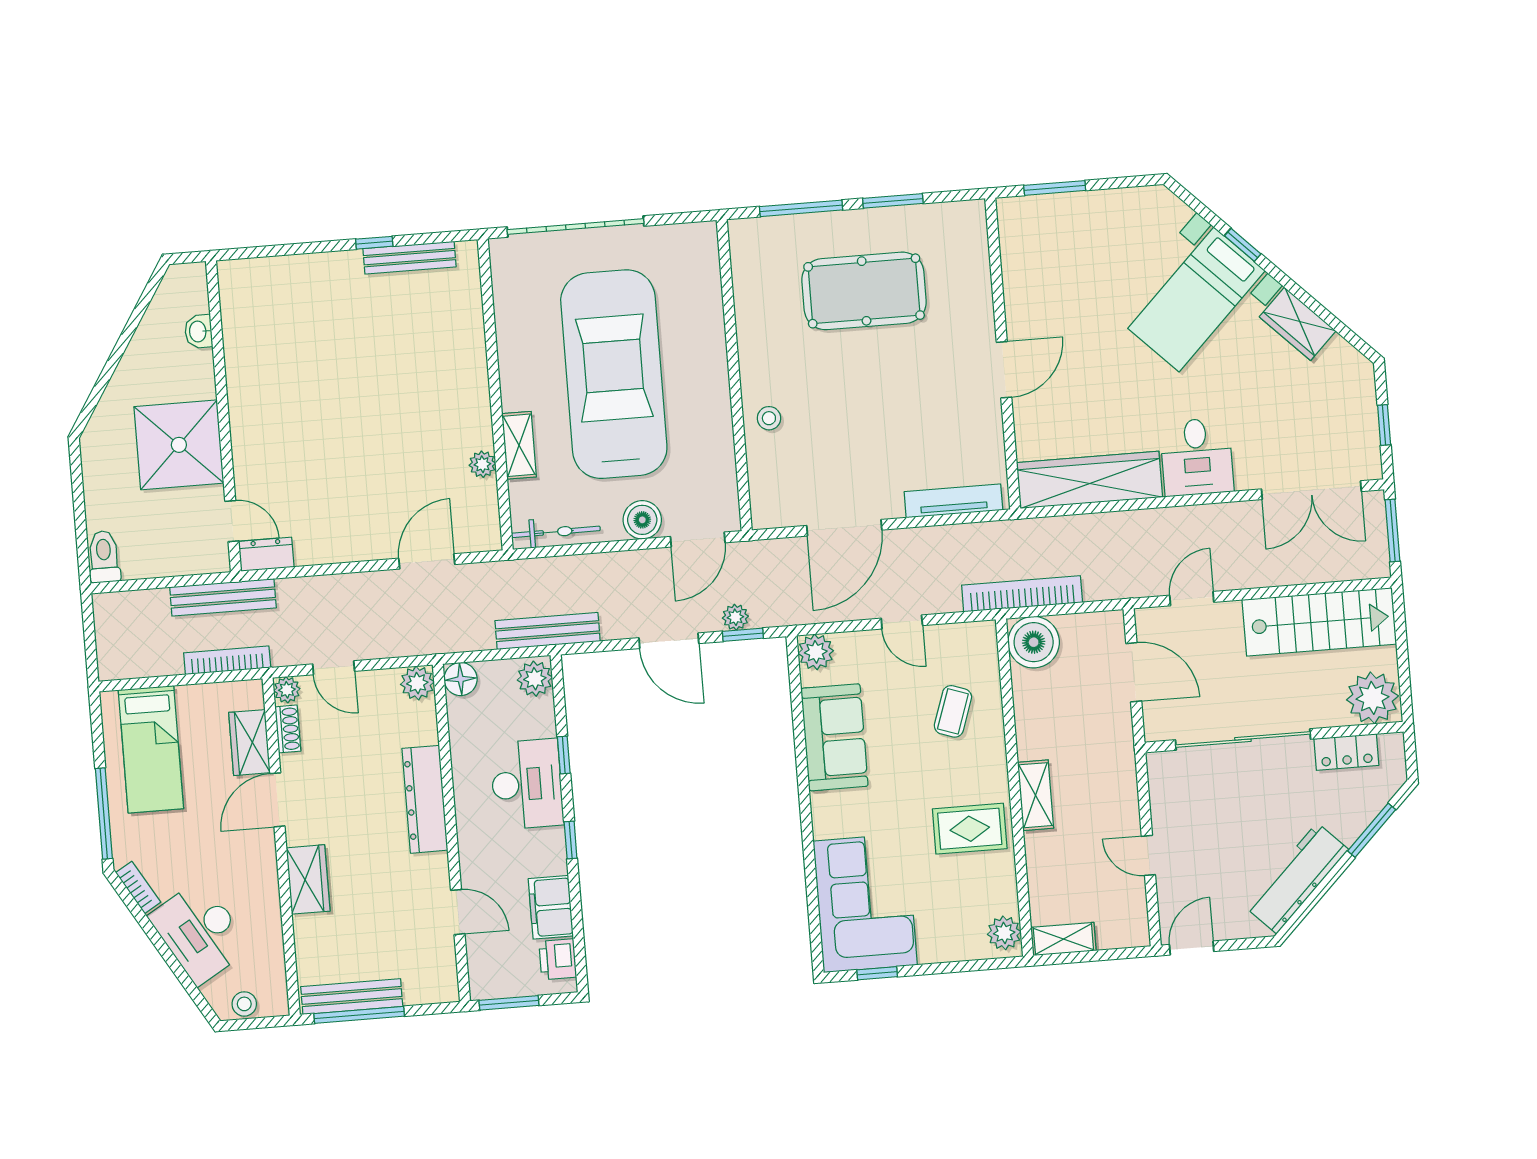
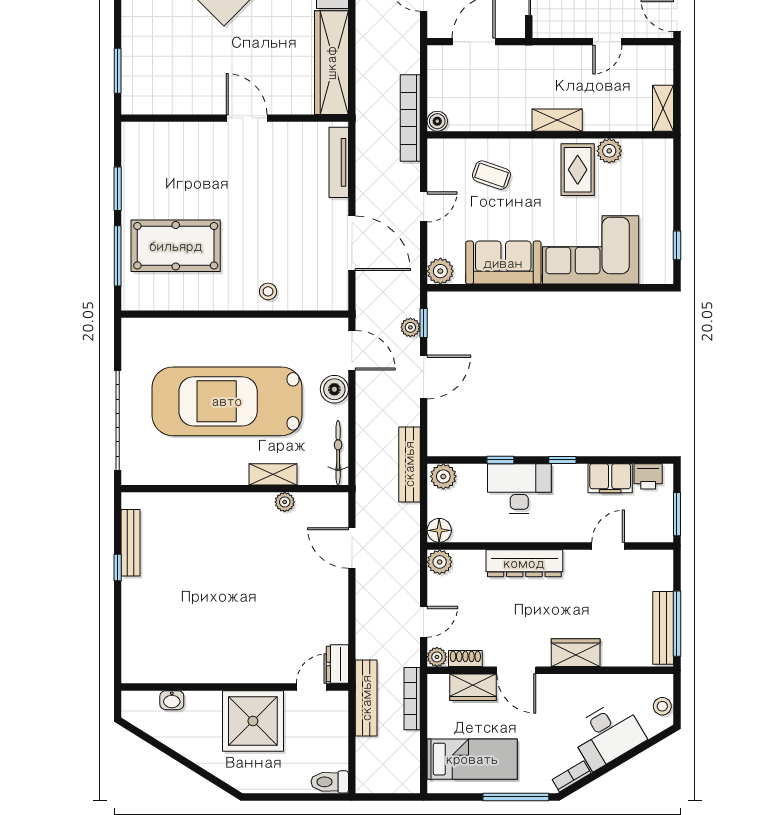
pool table: (864, 291) -> (176, 246), moved, turned 90
boiler: (1034, 642) -> (437, 121), width x0.54, depth x0.54
corner sofa: (865, 903) -> (591, 250), moved
plant: (1004, 933) -> (609, 151), moved

